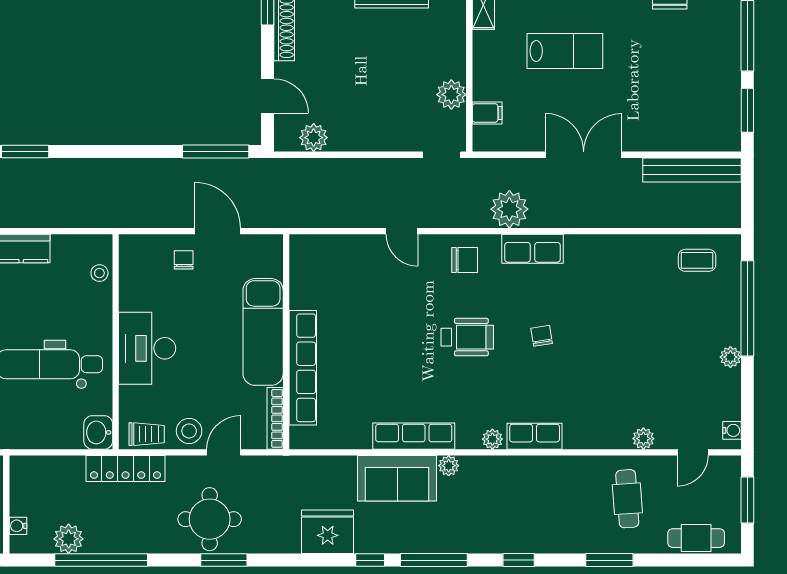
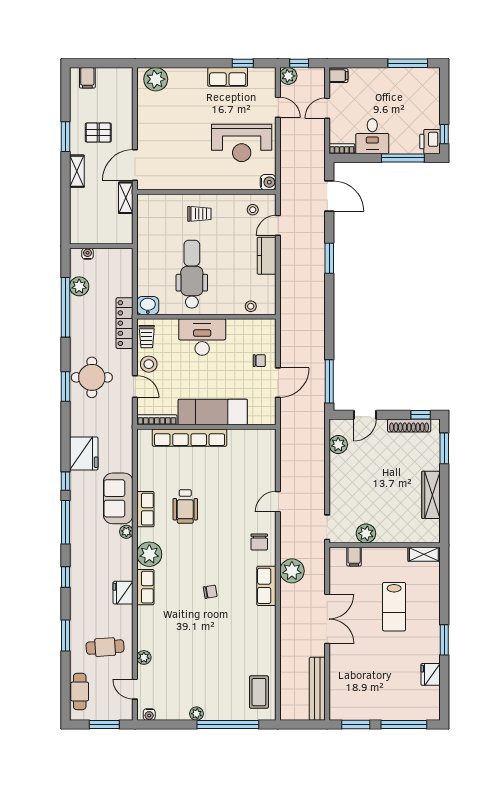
coffee table: (697, 260) -> (259, 692), width x1.36, depth x1.30
wheelchair: (467, 337) -> (185, 507), moved
row of seats: (414, 436) -> (145, 509), width x0.68
plant: (492, 439) -> (149, 554), width x1.87, depth x1.87
fridge: (543, 471) -> (123, 593), added

